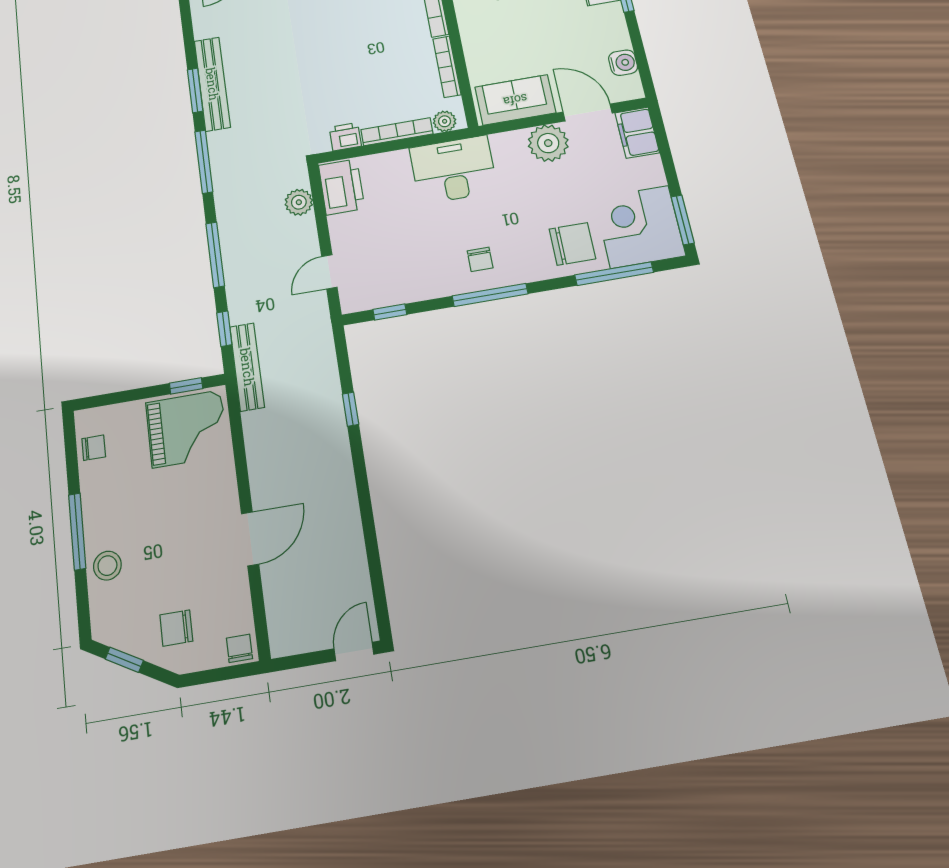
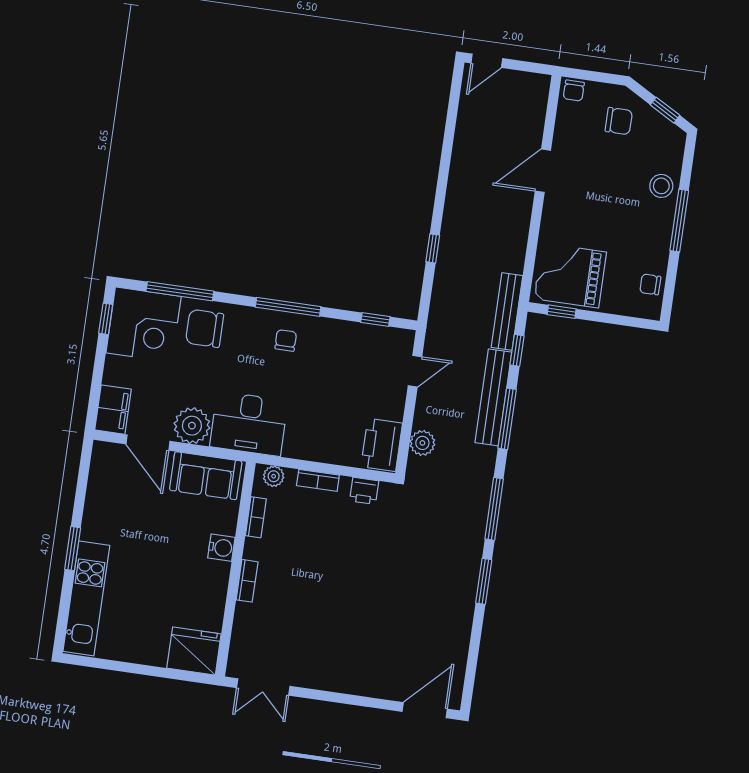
water cooler: (623, 63) -> (221, 548), moved, turned 180
bookcase: (447, 67) -> (256, 517), width x0.64
bench: (212, 84) -> (493, 397), moved
bookcase: (397, 132) -> (318, 480), width x0.64
desk: (453, 170) -> (249, 424), moved
window: (683, 220) -> (106, 319), width x0.67

